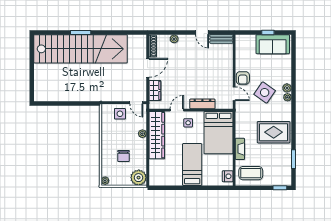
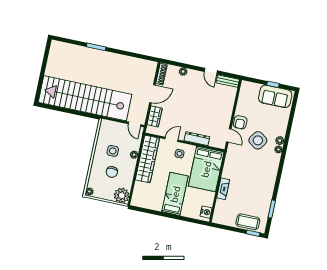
stairs: (80, 49) -> (85, 98), moved, turned 180
side table: (120, 114) -> (113, 151), moved
rug: (274, 132) -> (258, 180), removed
coffee table: (251, 173) -> (248, 222), moved

